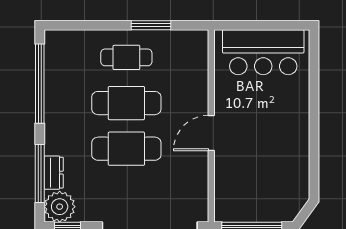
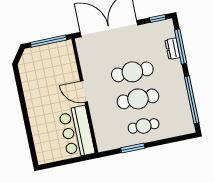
bar counter: (263, 52) -> (77, 132), moved, turned -90
door: (211, 133) -> (84, 92), swing flipped
plant: (60, 207) -> (165, 29), removed

